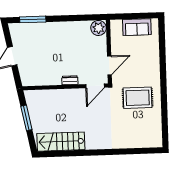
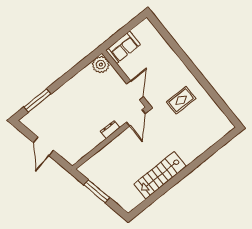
sofa: (137, 27) -> (123, 47), moved
rug: (138, 98) -> (181, 100), width x0.73, depth x0.70
stairs: (61, 142) -> (160, 175), moved

